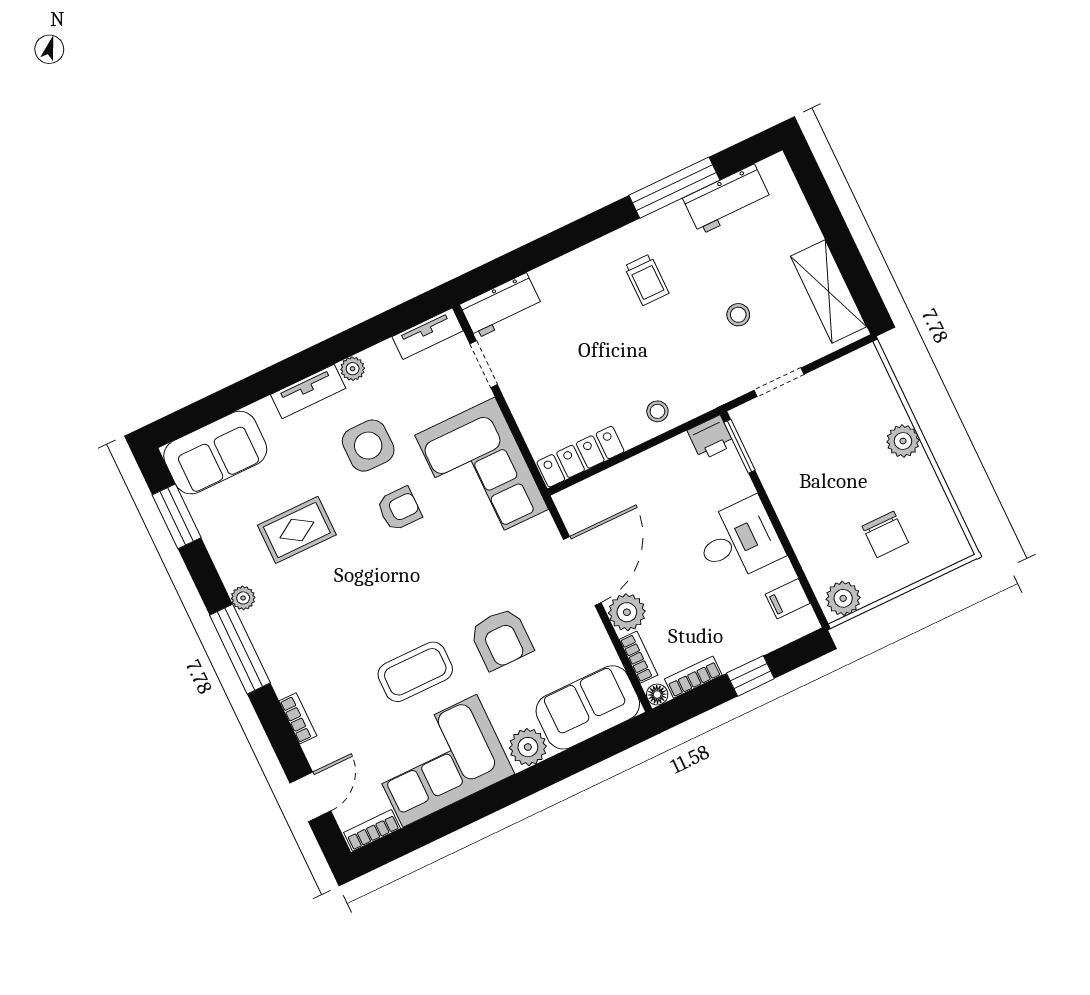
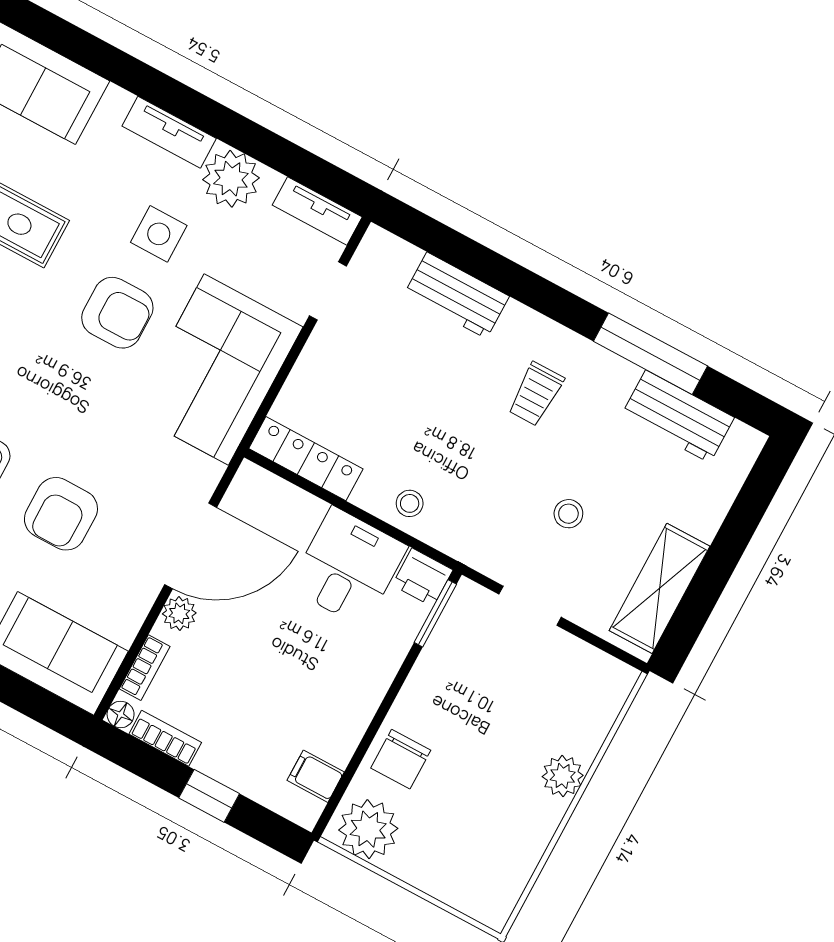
workbench: (501, 306) -> (457, 295), moved
plant: (353, 369) -> (231, 179), width x1.88, depth x1.88
side table: (368, 446) -> (159, 234), width x0.73, depth x0.73
armchair: (399, 509) -> (117, 313), width x1.38, depth x1.38
chair: (885, 534) -> (401, 759), moved
desk: (739, 540) -> (348, 567), moved, turned -90
plant: (843, 598) -> (368, 829), width x1.36, depth x1.36
plant: (627, 612) -> (179, 613), width x0.73, depth x0.73

